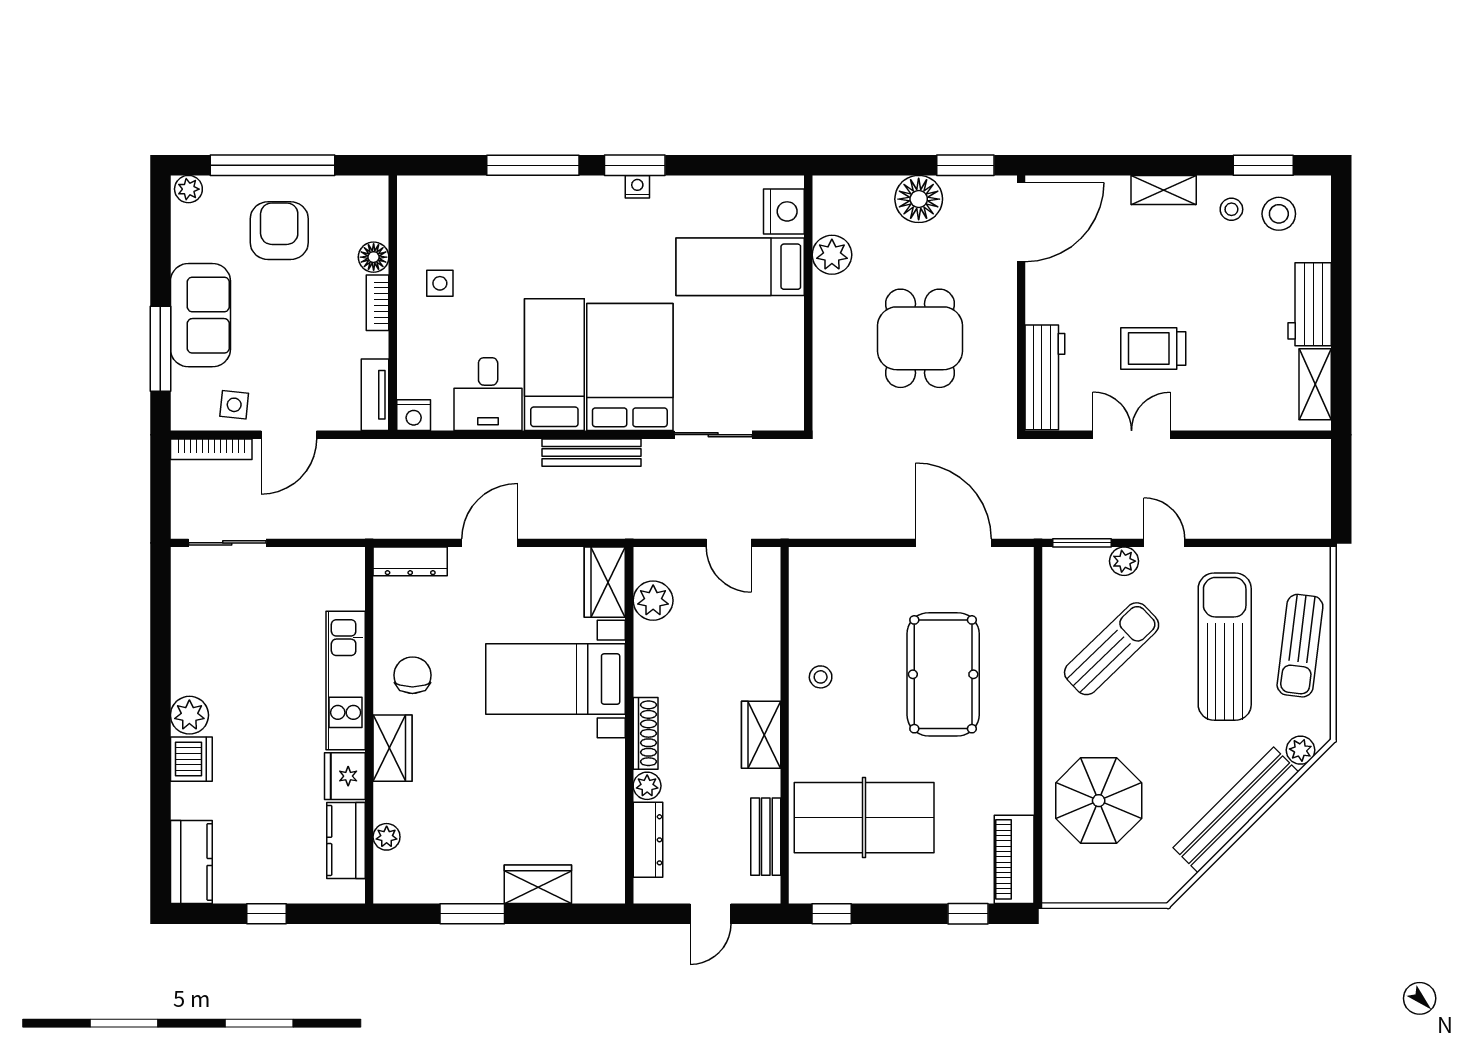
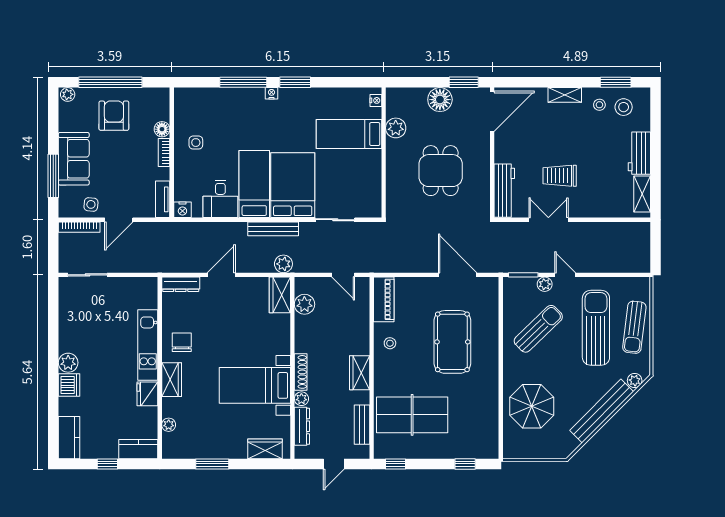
nightstand: (637, 187) -> (272, 93), moved
nightstand: (784, 211) -> (376, 100), width x0.53, depth x0.56
plant: (612, 521) -> (283, 264), added
bed with nightstands: (556, 679) -> (255, 385), moved
kitchen counter: (346, 840) -> (138, 449), moved, turned 90
piano: (1014, 859) -> (384, 299), moved, turned 180
wardrobe: (538, 884) -> (265, 449), moved

